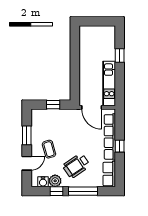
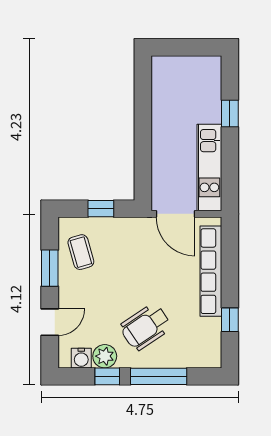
window: (120, 146) -> (230, 320), moved
coffee table: (49, 149) -> (81, 252), moved
row of seats: (109, 174) -> (210, 343), removed

